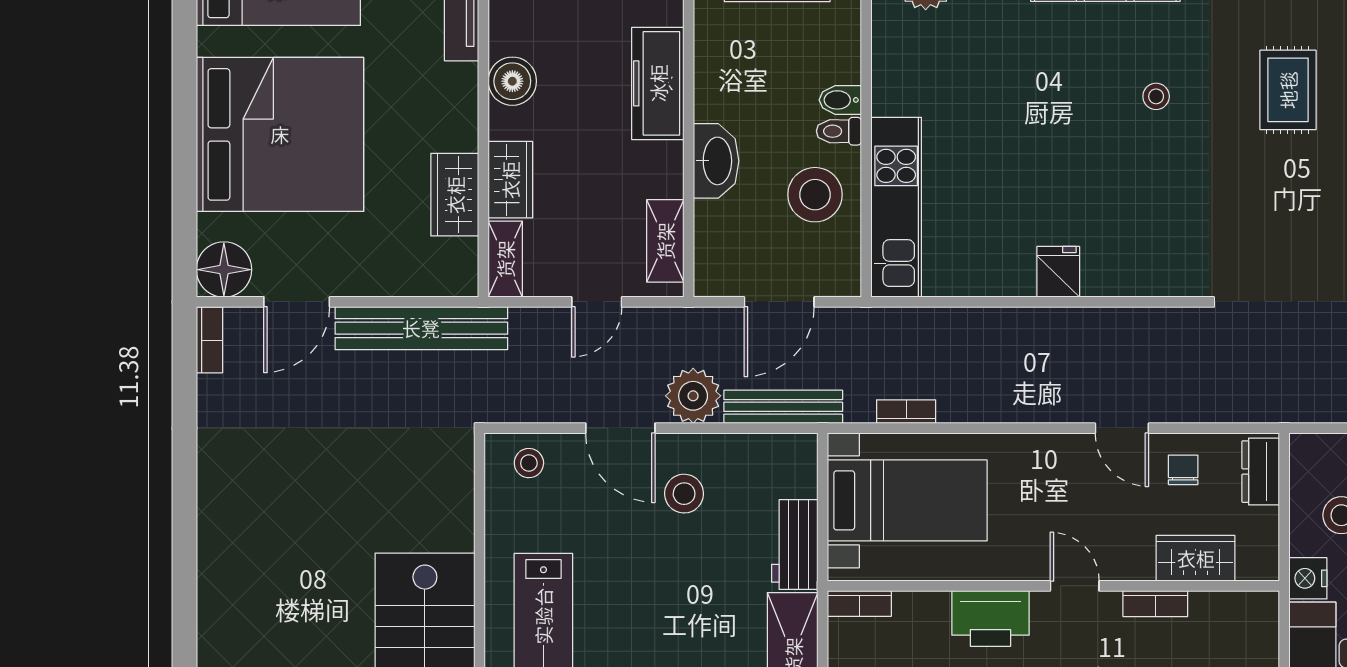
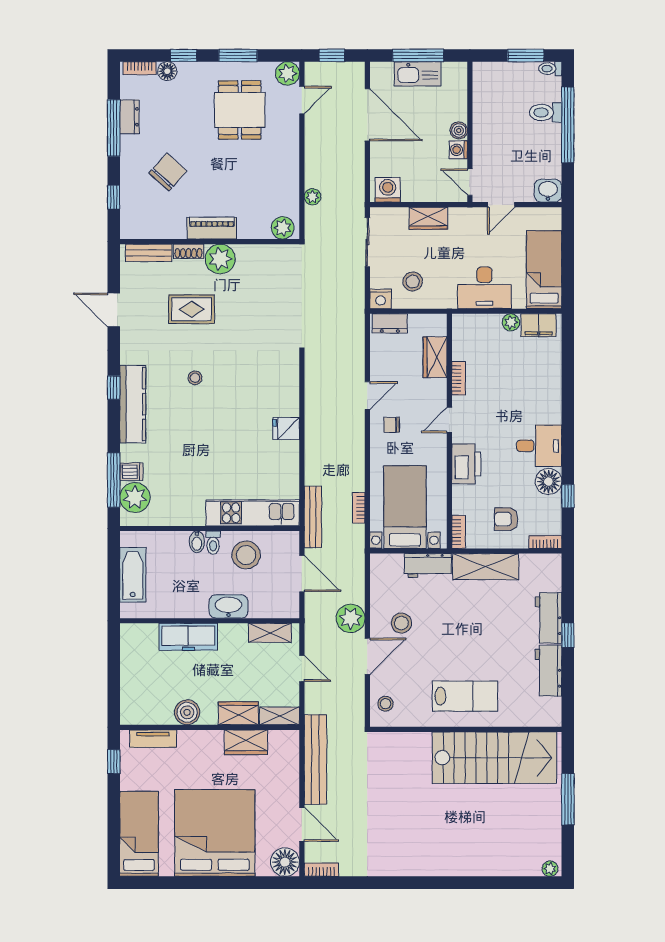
bench: (783, 407) -> (313, 517), moved
chair: (1183, 470) -> (392, 425), moved
nightstand: (1308, 578) -> (381, 299), moved

